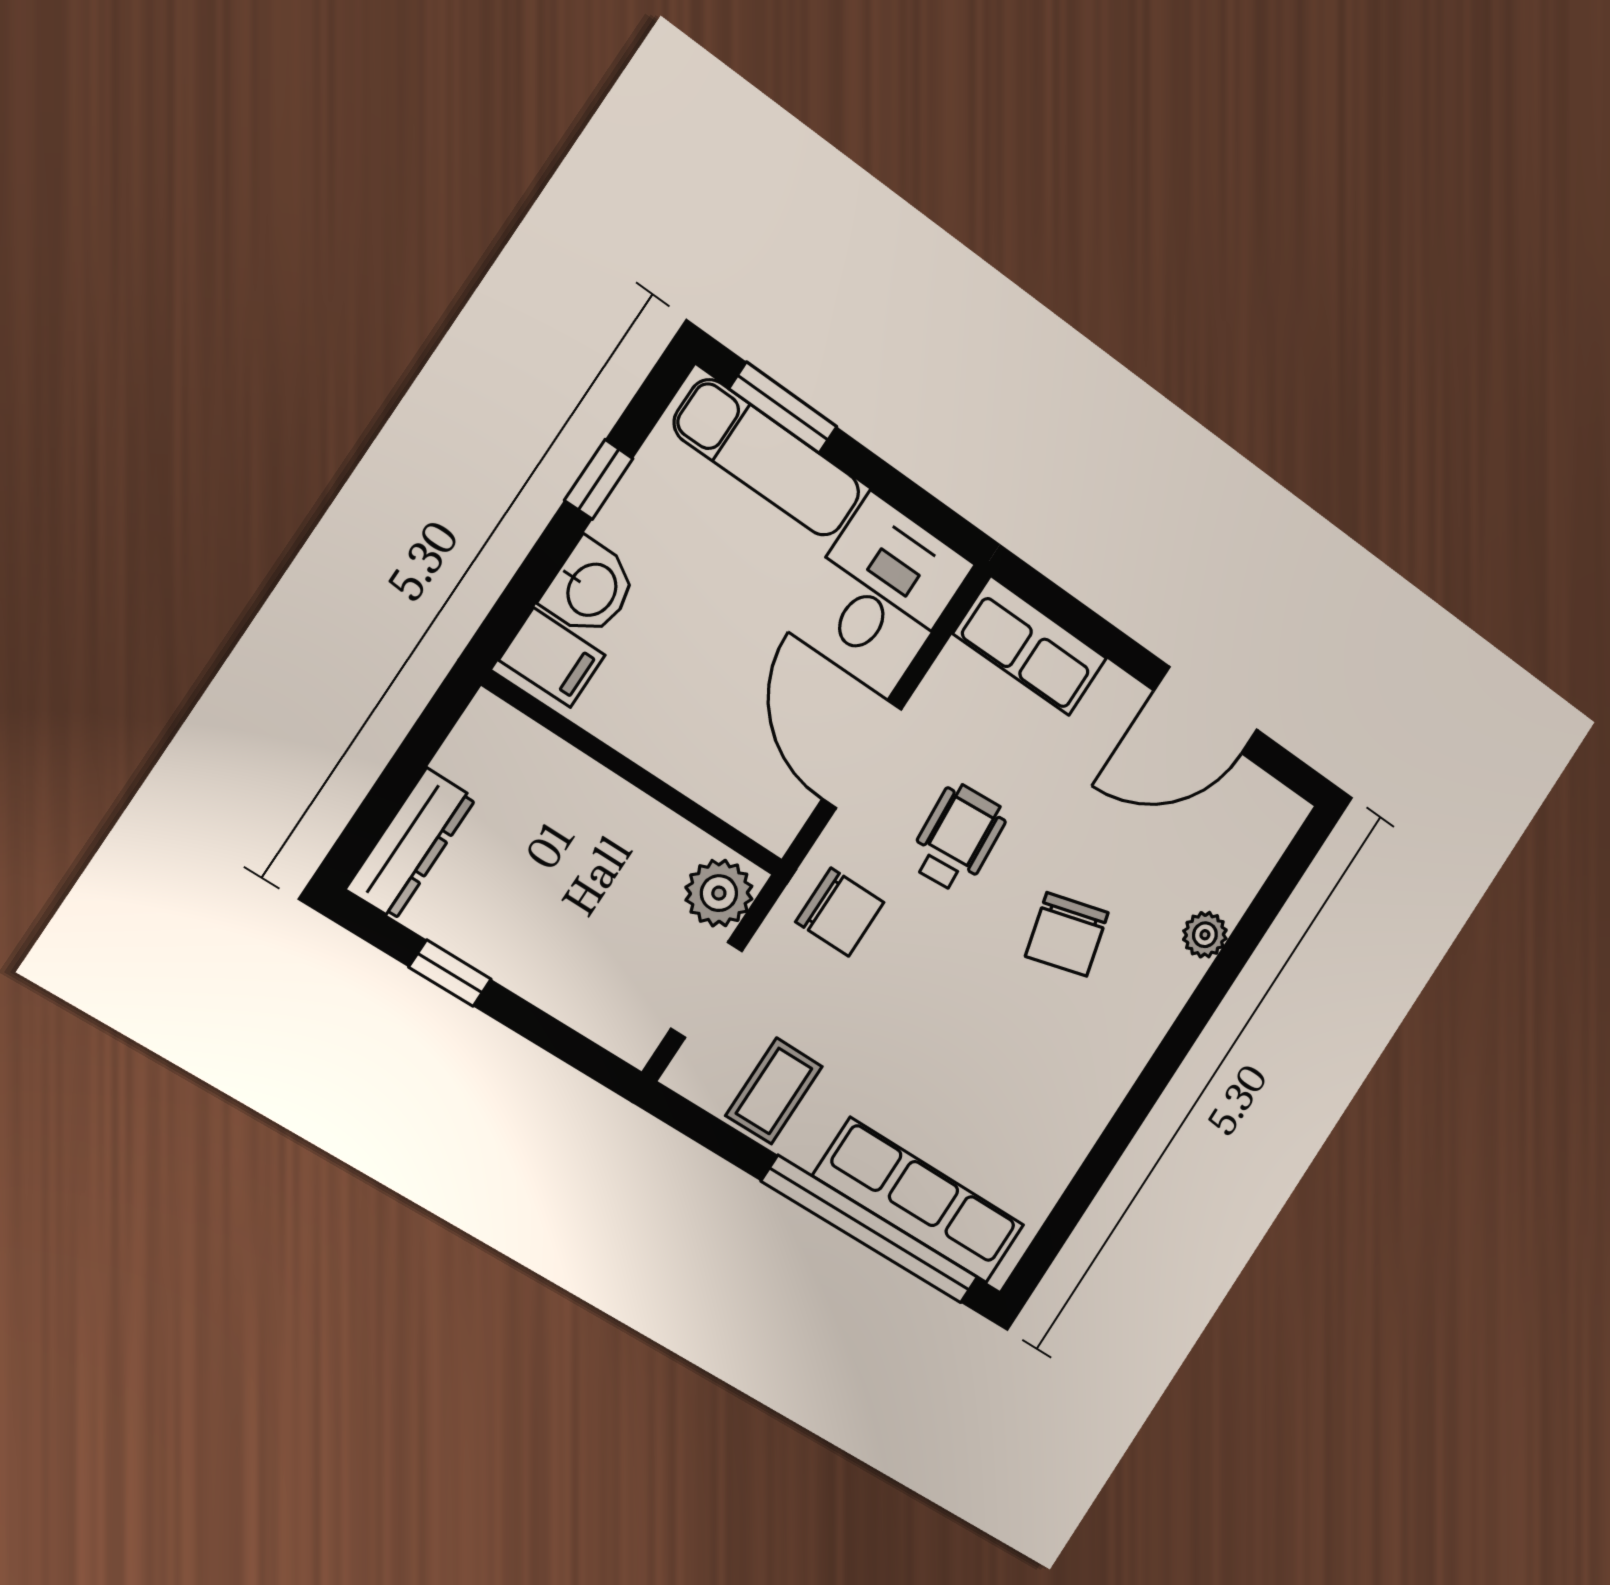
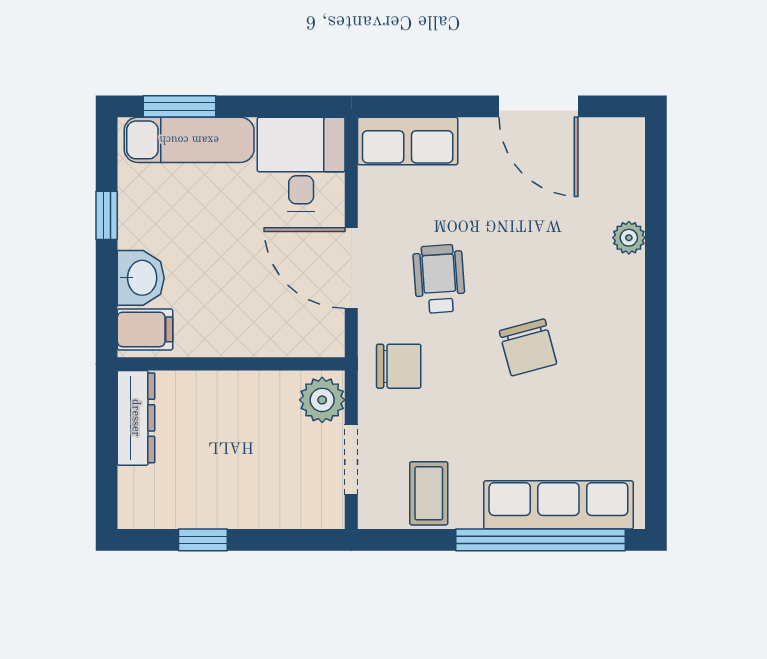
door: (1206, 710) -> (538, 106), hinge flipped
dresser: (411, 844) -> (136, 418), moved
chair: (1067, 934) -> (528, 347), moved

